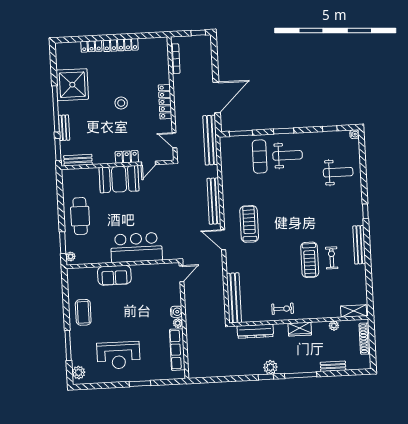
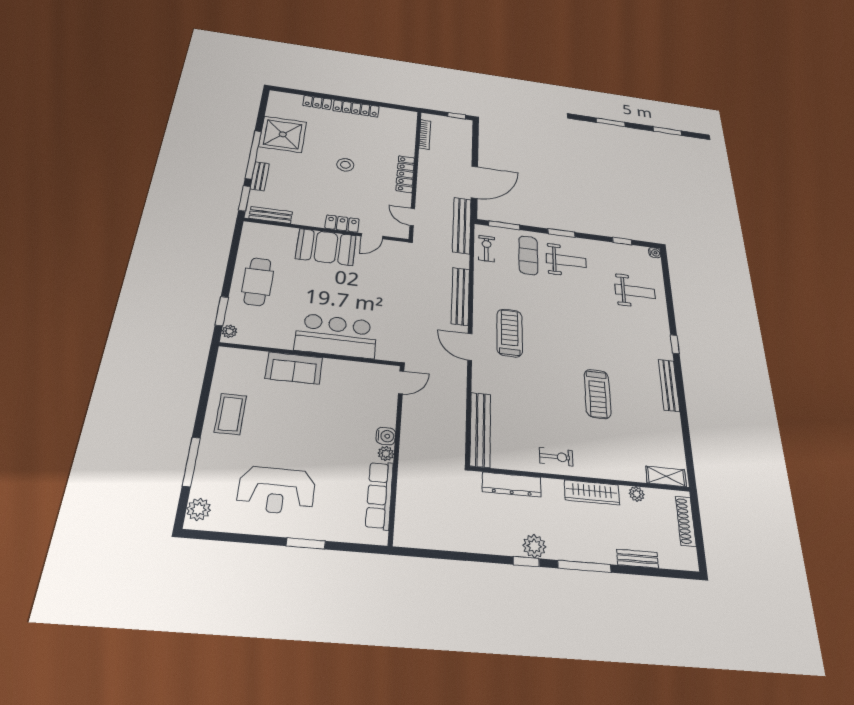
exercise bike: (332, 258) -> (486, 249), moved
wardrobe: (300, 329) -> (592, 492), width x1.50

